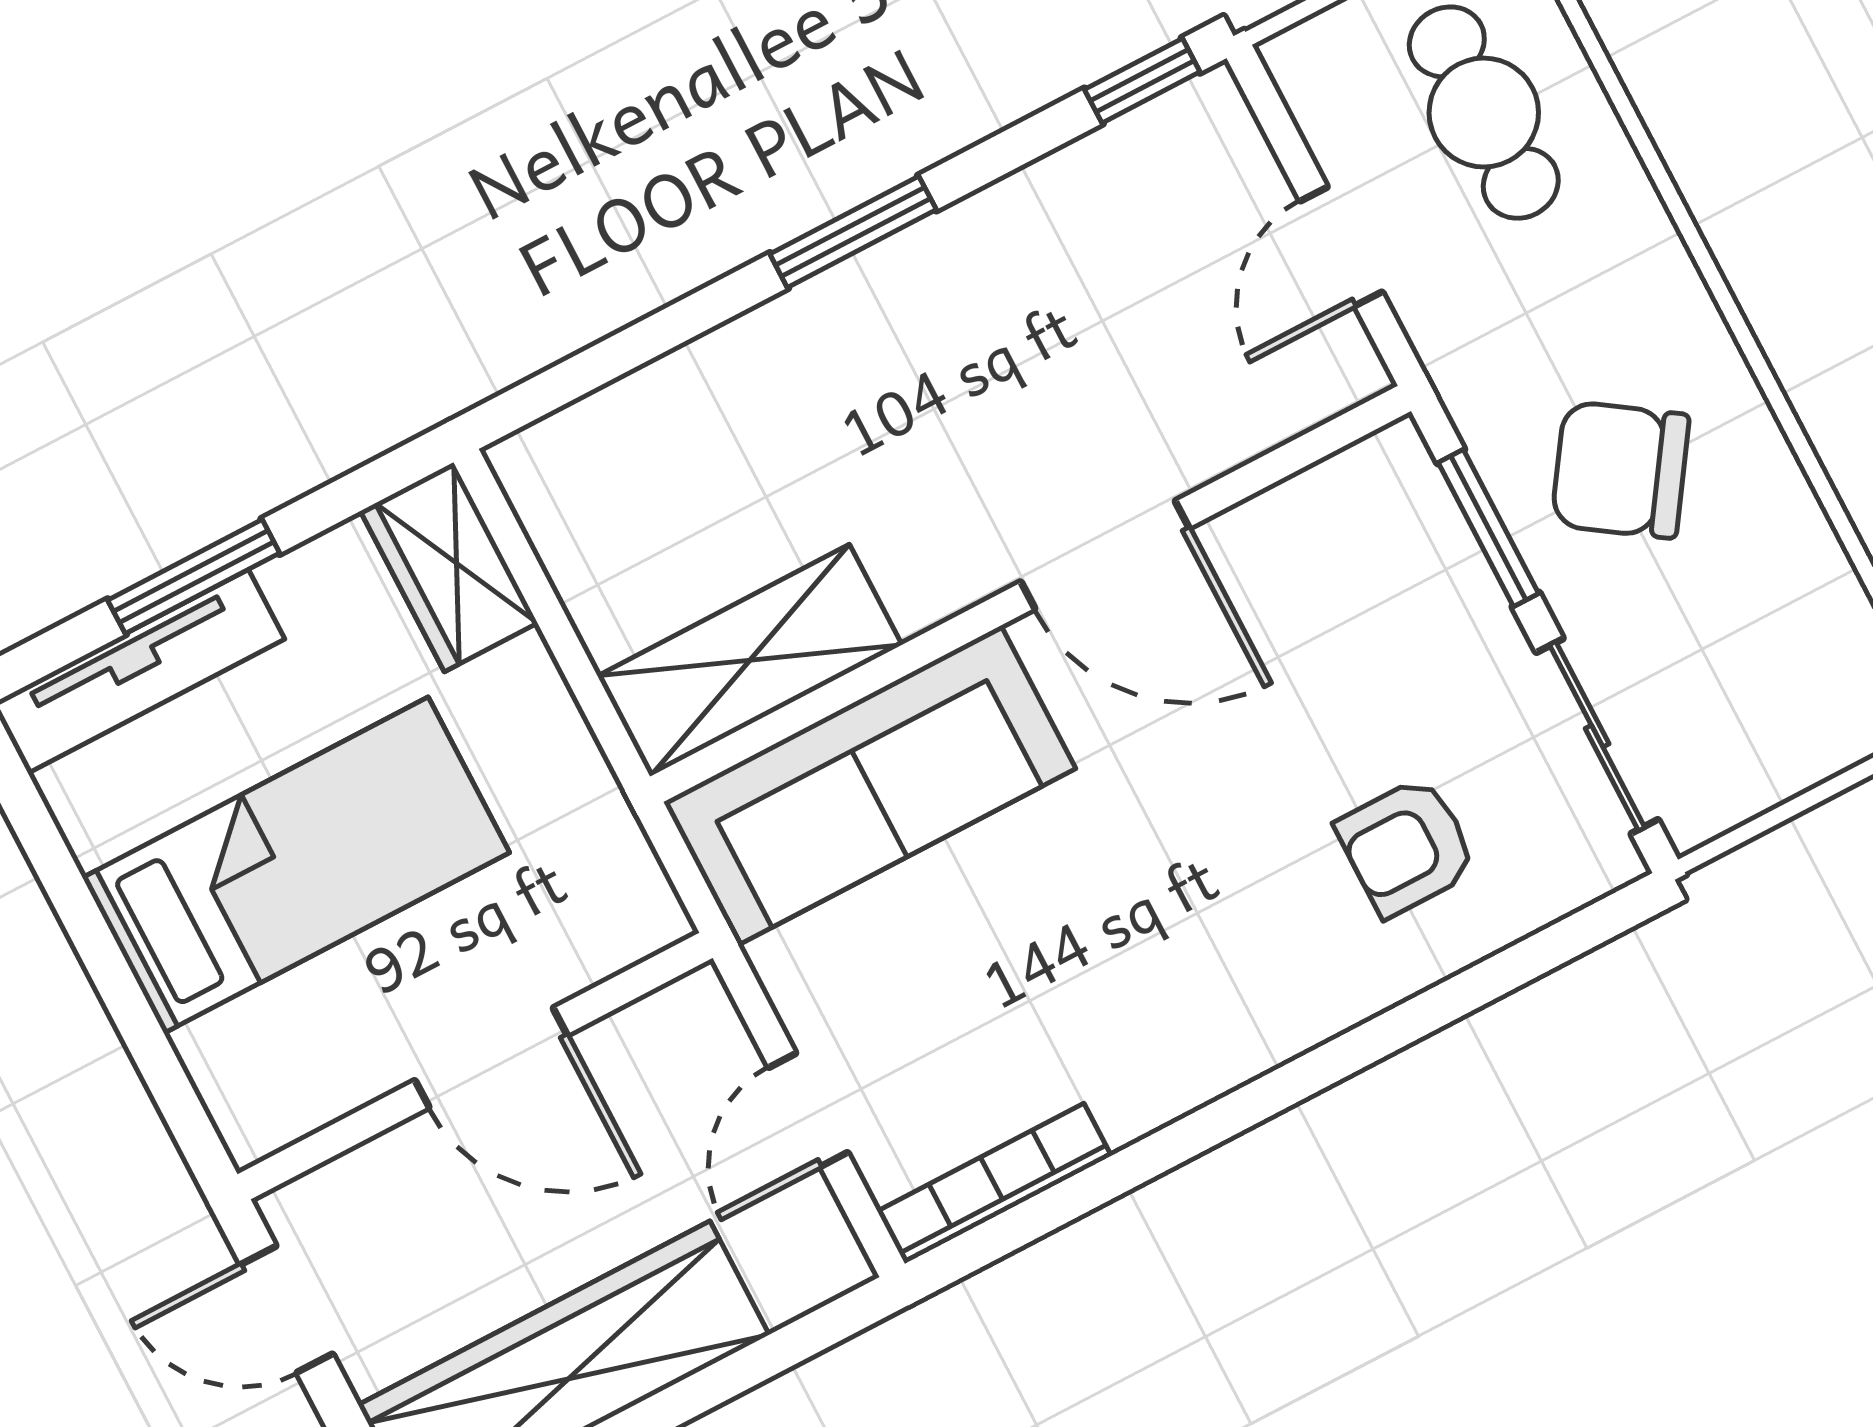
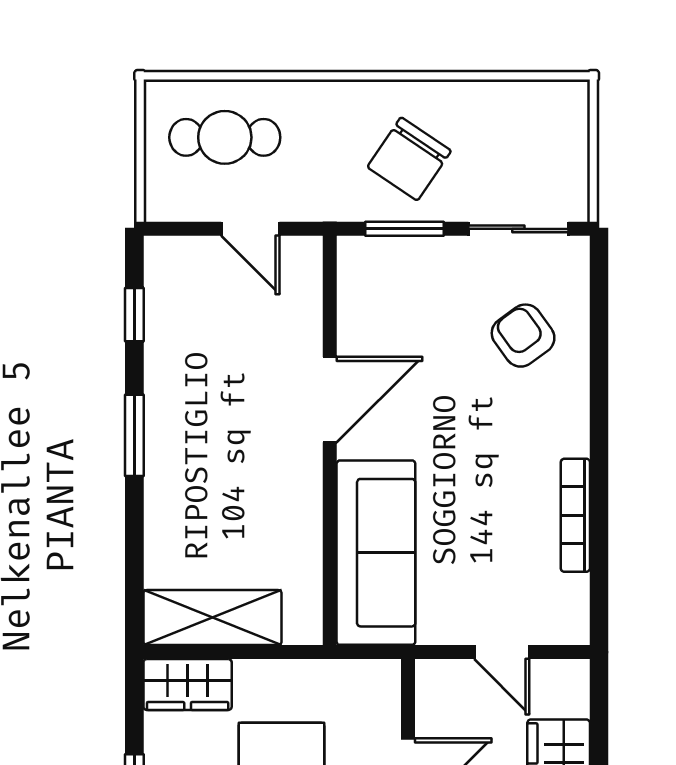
window: (1142, 81) -> (134, 315), moved
shelving: (750, 660) -> (213, 618), moved, turned 90
armchair: (1407, 847) -> (523, 336), turned 144
bookcase: (994, 1184) -> (575, 515), moved

